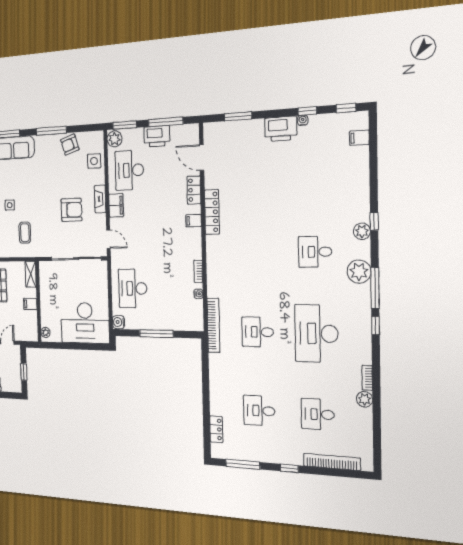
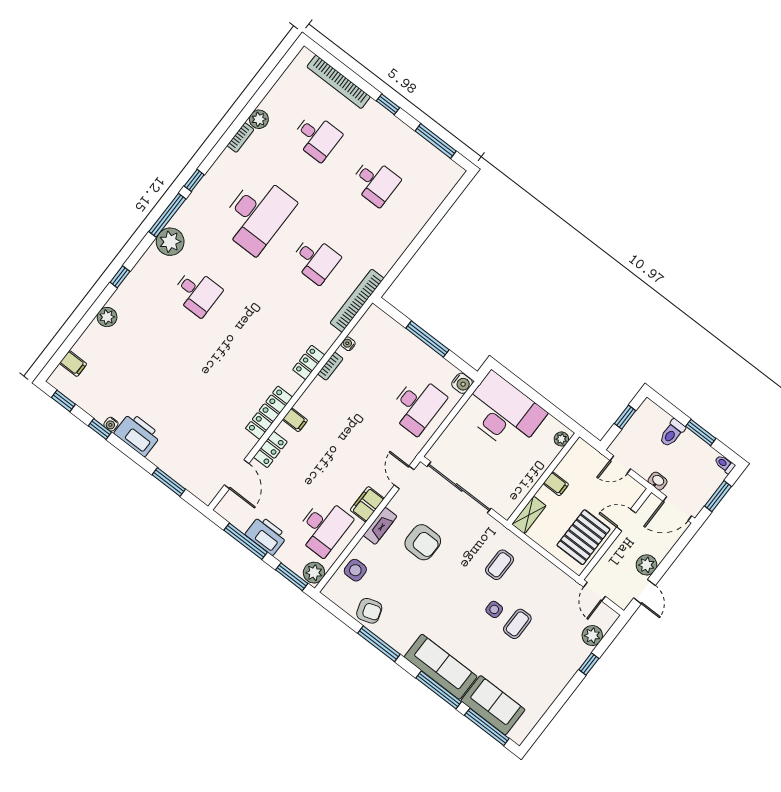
armchair: (71, 210) -> (423, 542), turned 180
plant: (362, 231) -> (107, 317), moved
locker: (216, 429) -> (309, 362), moved

